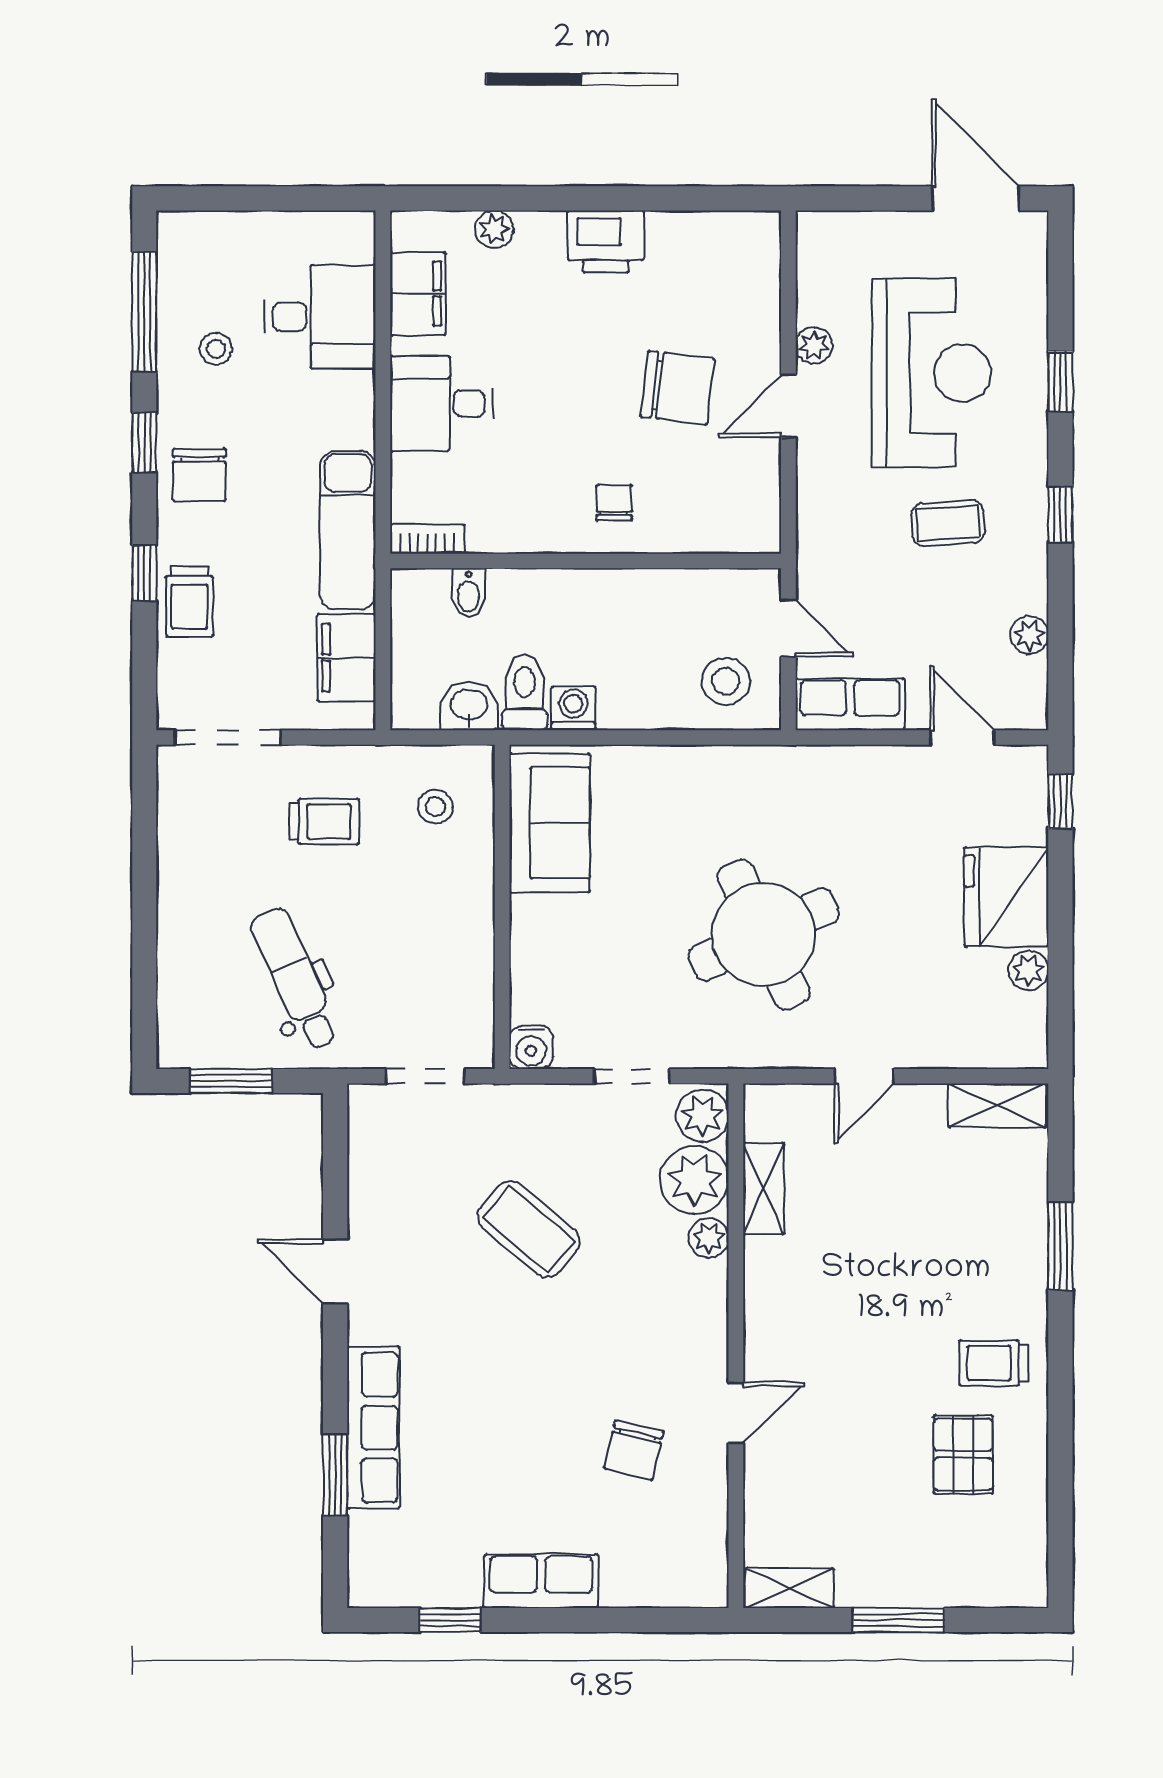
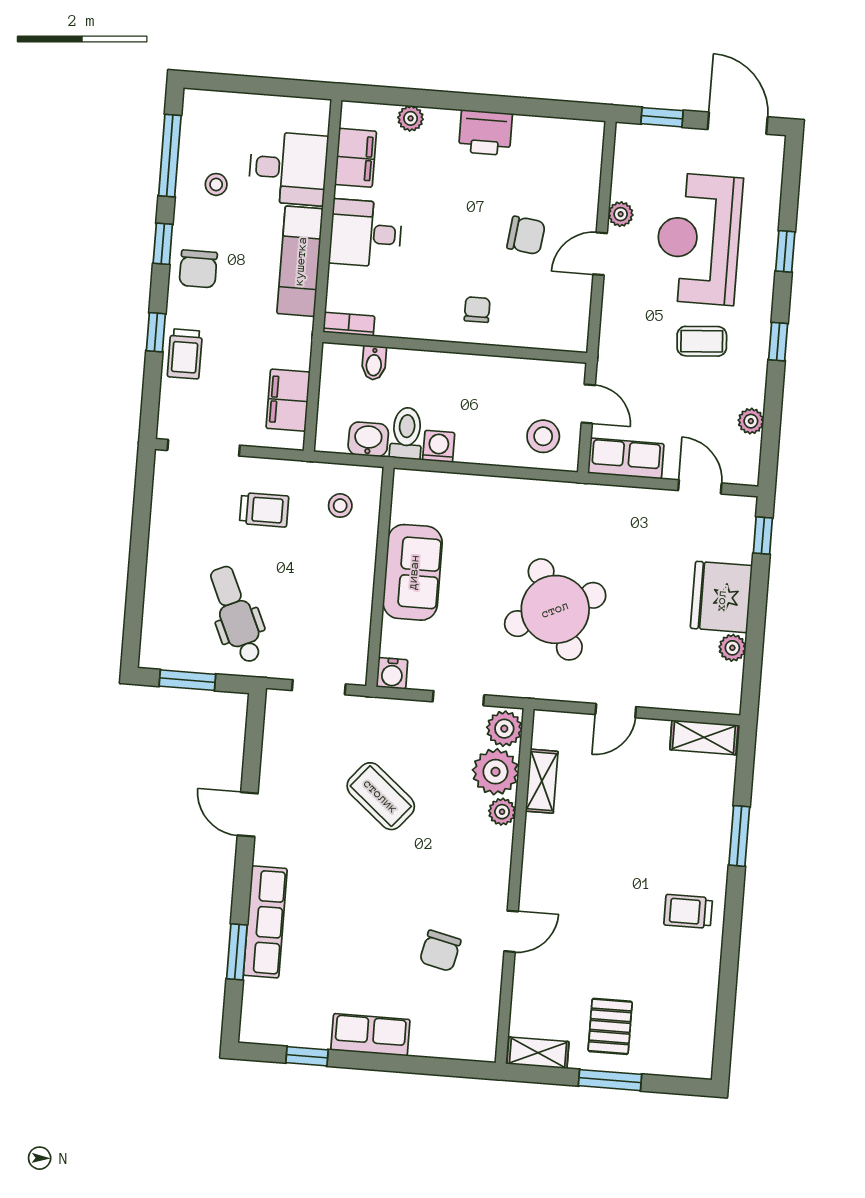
window: (864, 198) -> (662, 117), added
reception desk: (931, 373) -> (699, 239), turned 180
chair: (677, 388) -> (526, 235), width x0.73, depth x0.73
exam couch: (348, 530) -> (300, 261), moved
sofa: (549, 823) -> (413, 572), moved
pallet: (963, 1454) -> (610, 1026), moved

